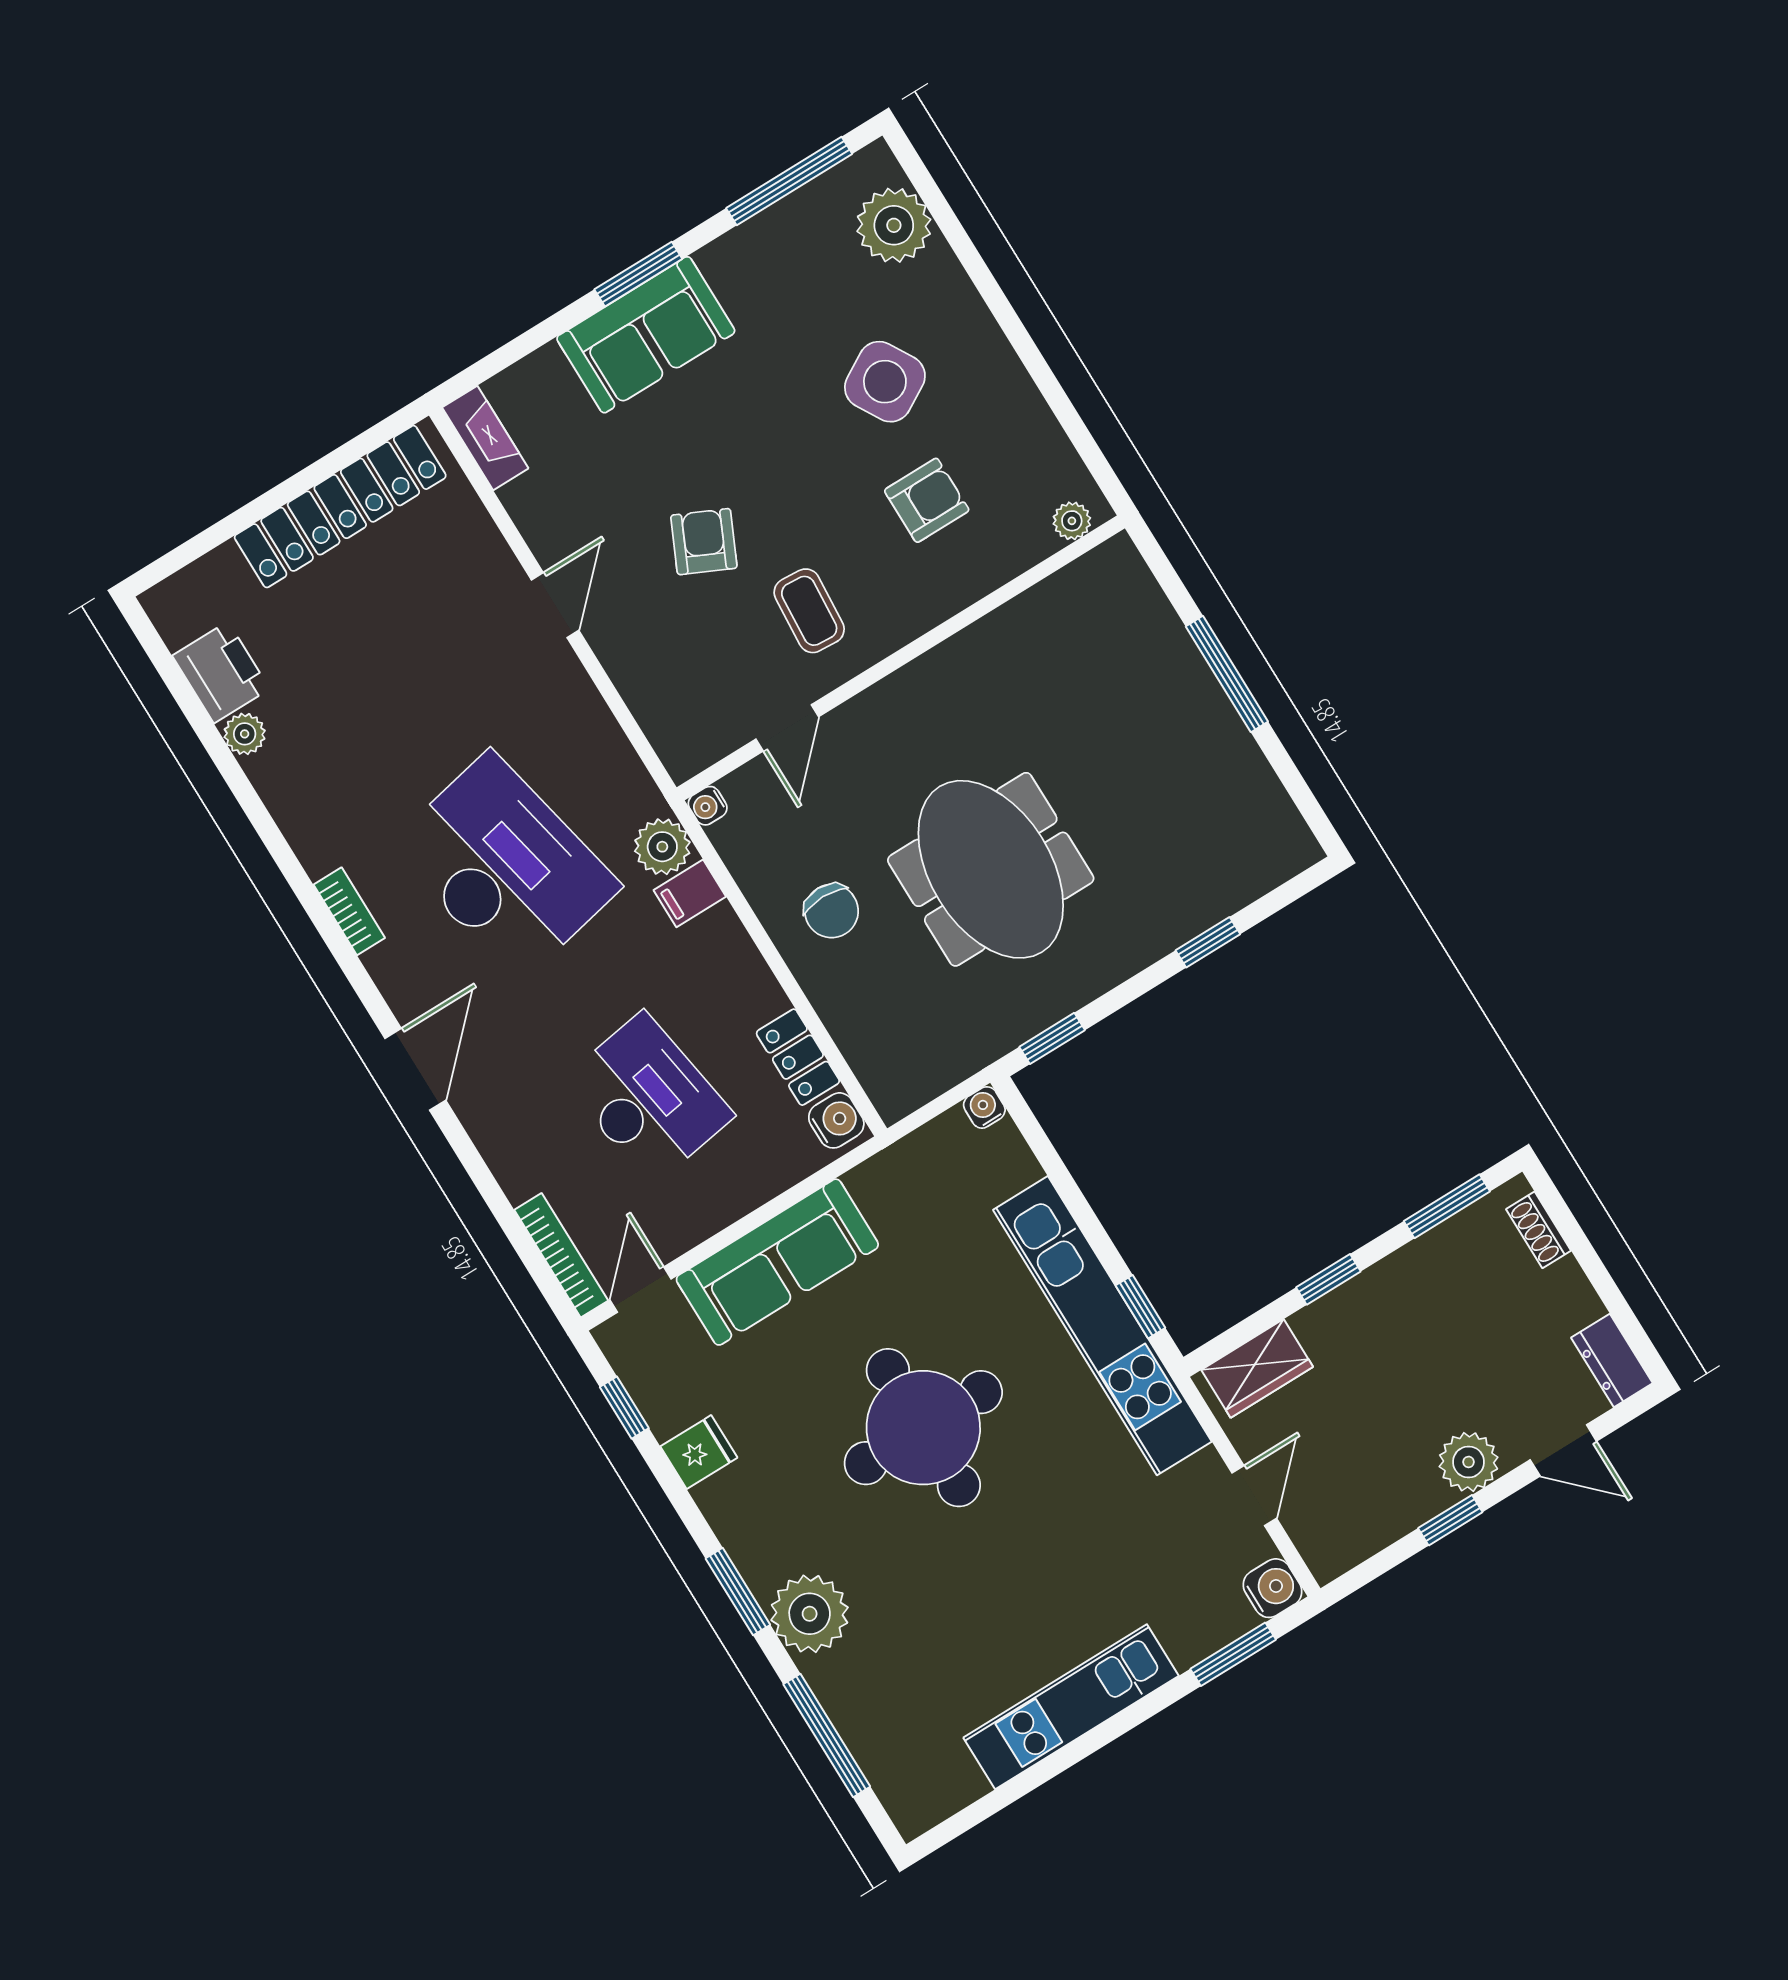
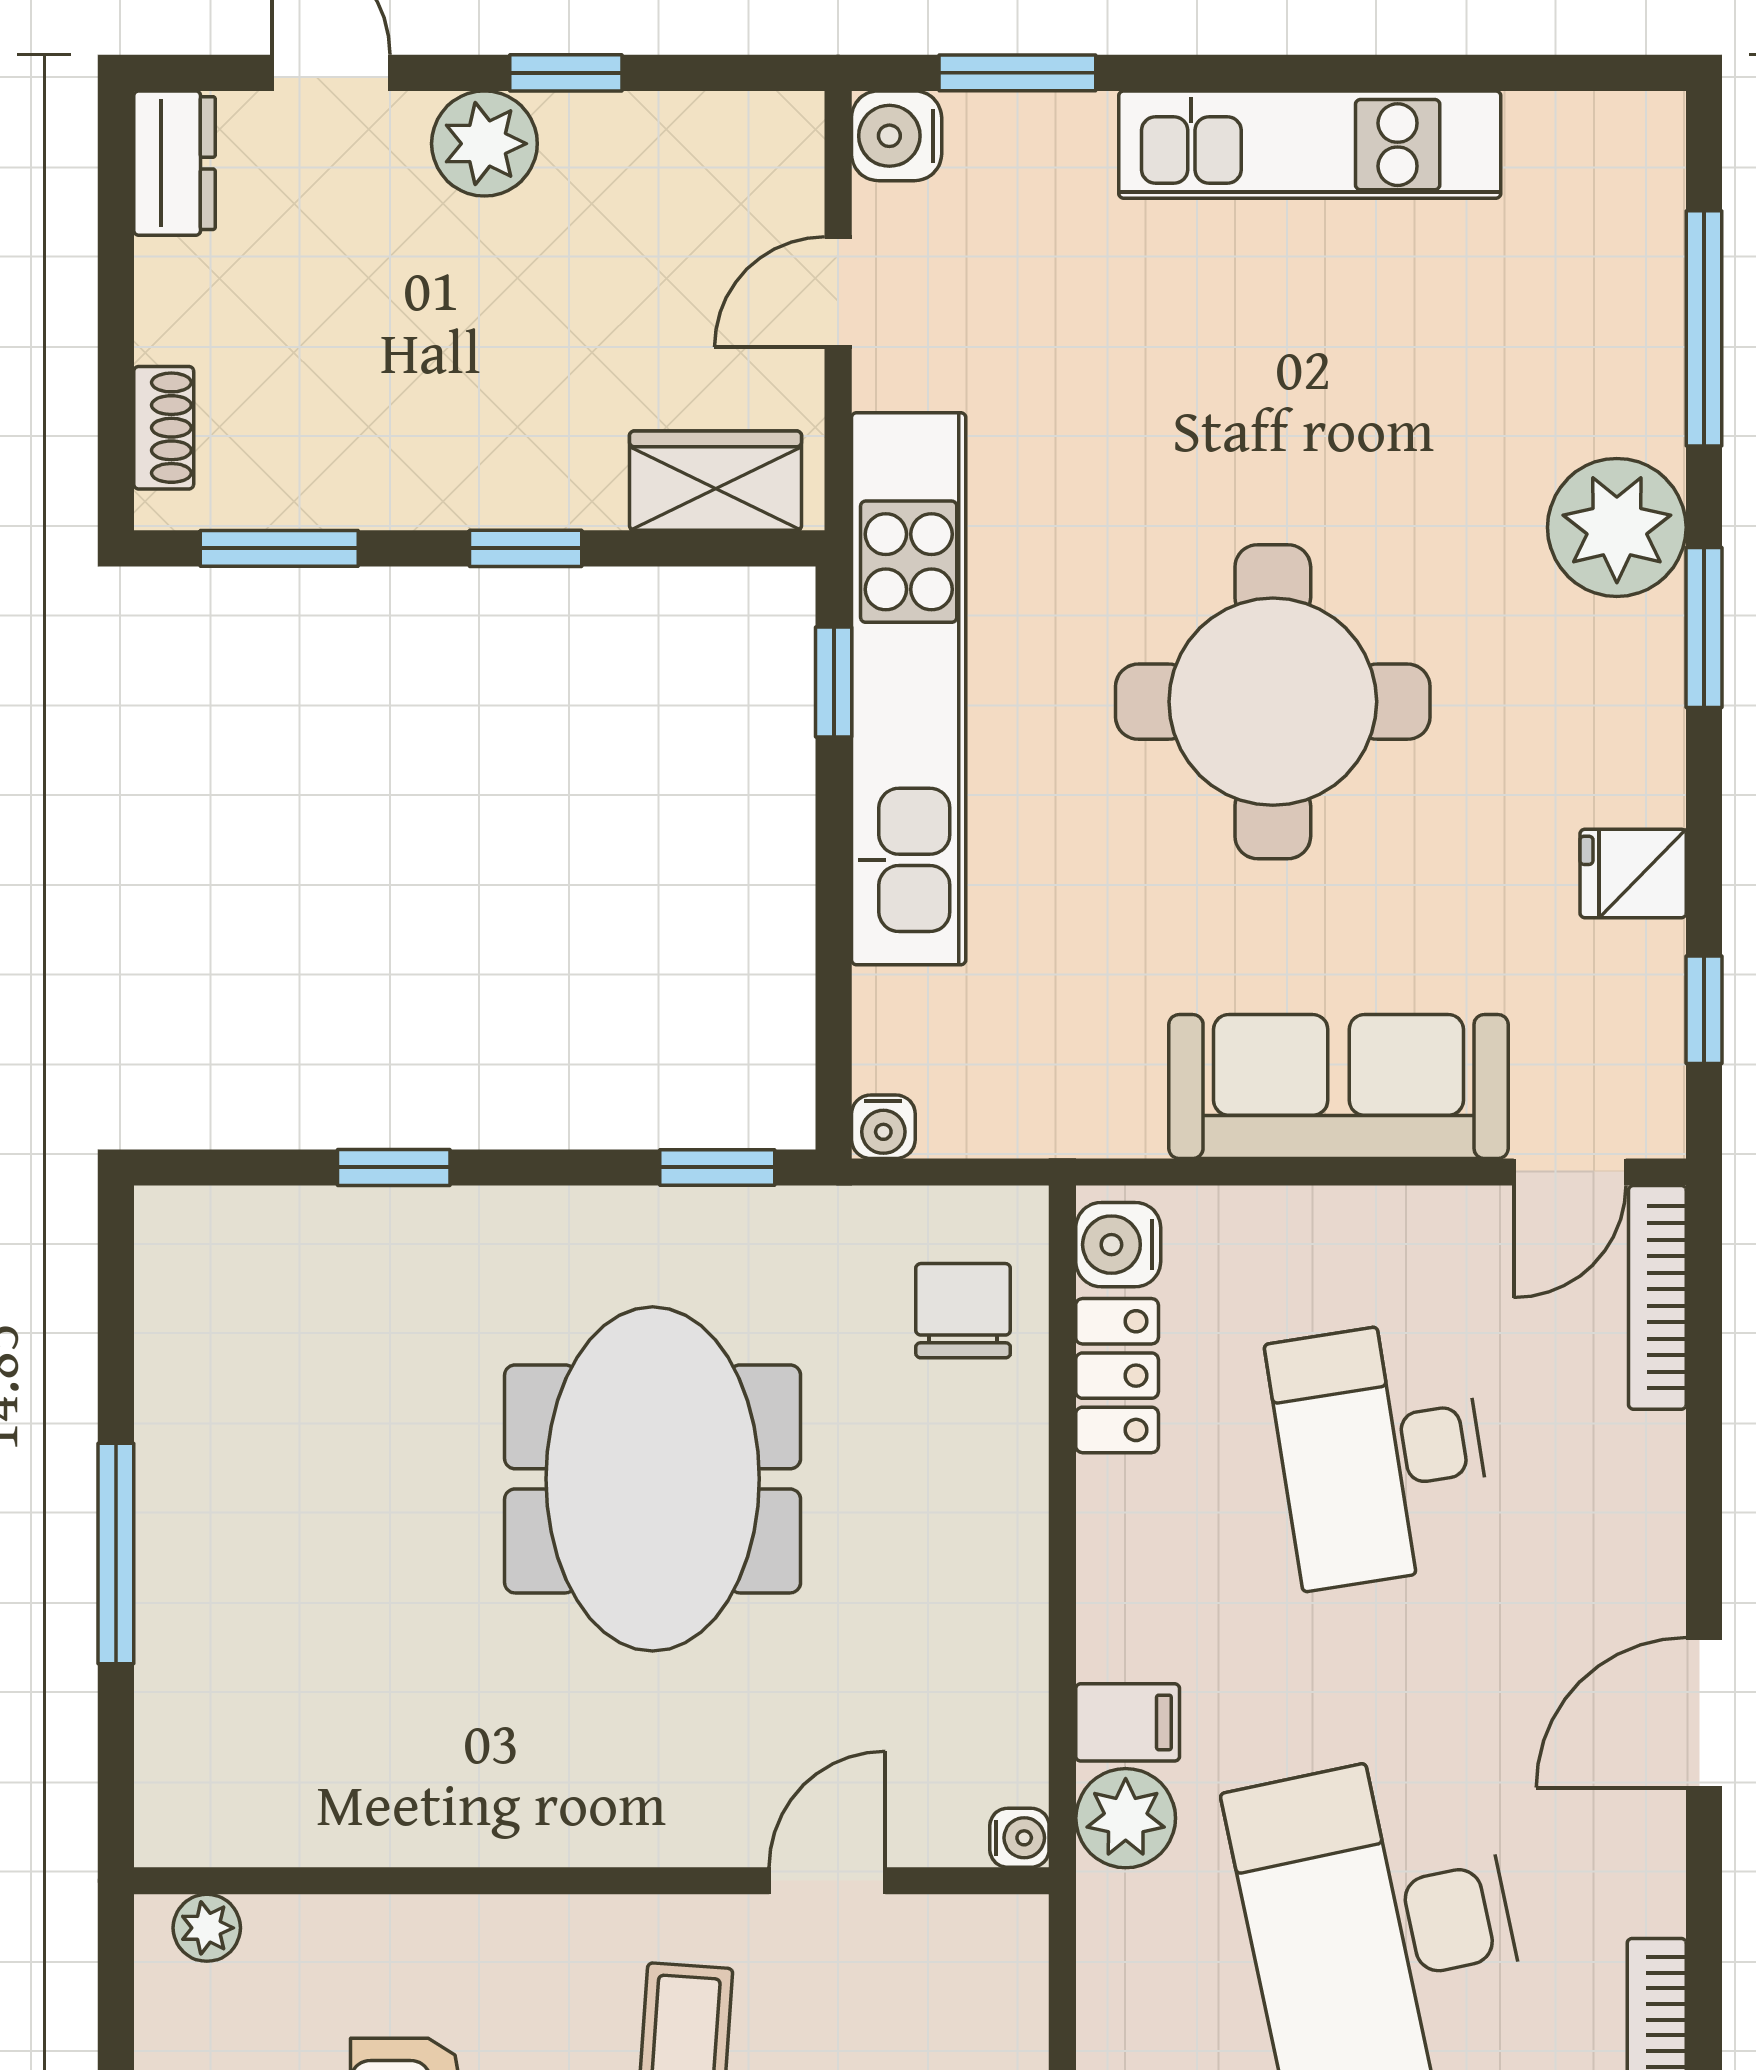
chair: (832, 911) -> (963, 1311), moved

